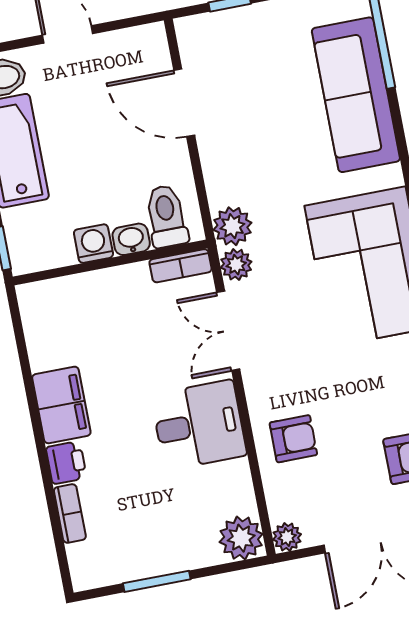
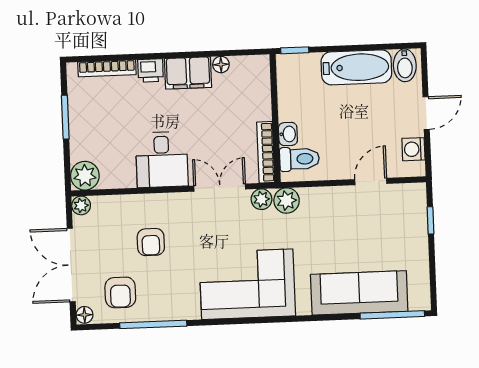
door: (184, 103) -> (371, 181), width x0.73
washing machine: (93, 244) -> (413, 149), moved, turned 180
bookcase: (181, 266) -> (266, 152), width x1.56
floor lamp: (41, 357) -> (221, 64), added
armchair: (293, 439) -> (151, 242), moved
bookcase: (70, 513) -> (107, 68), width x1.56

